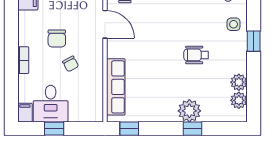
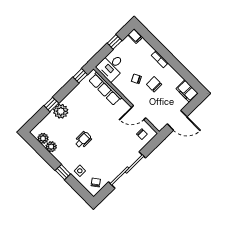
desk: (51, 104) -> (111, 67), moved, turned -90

